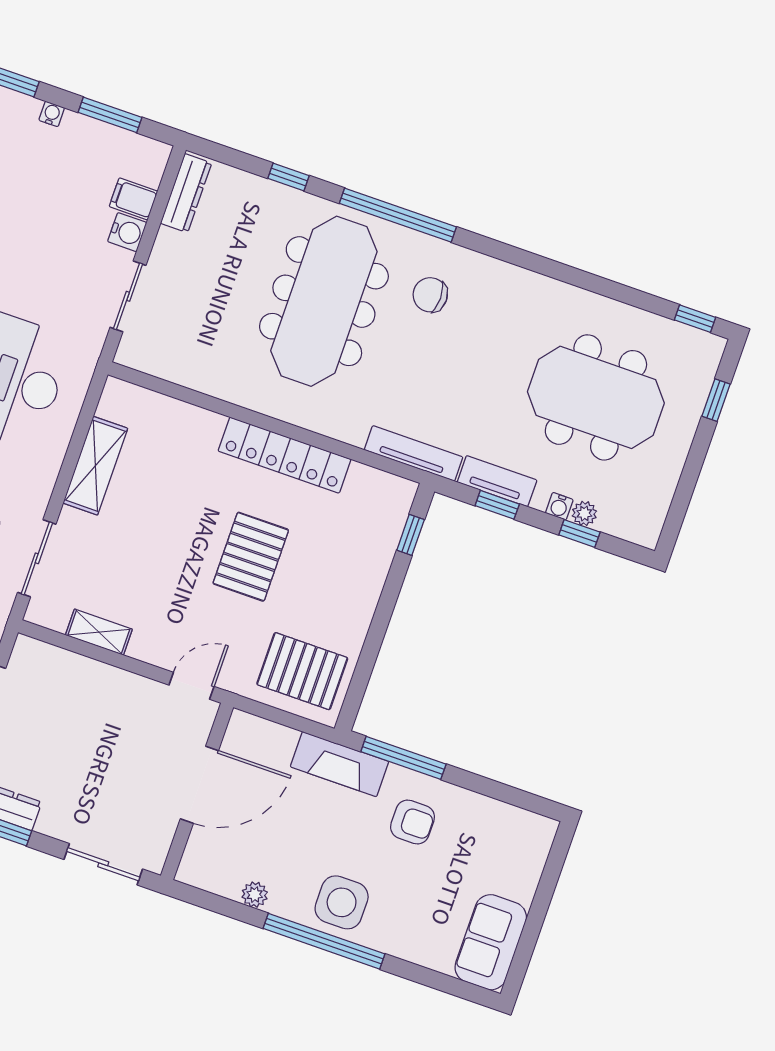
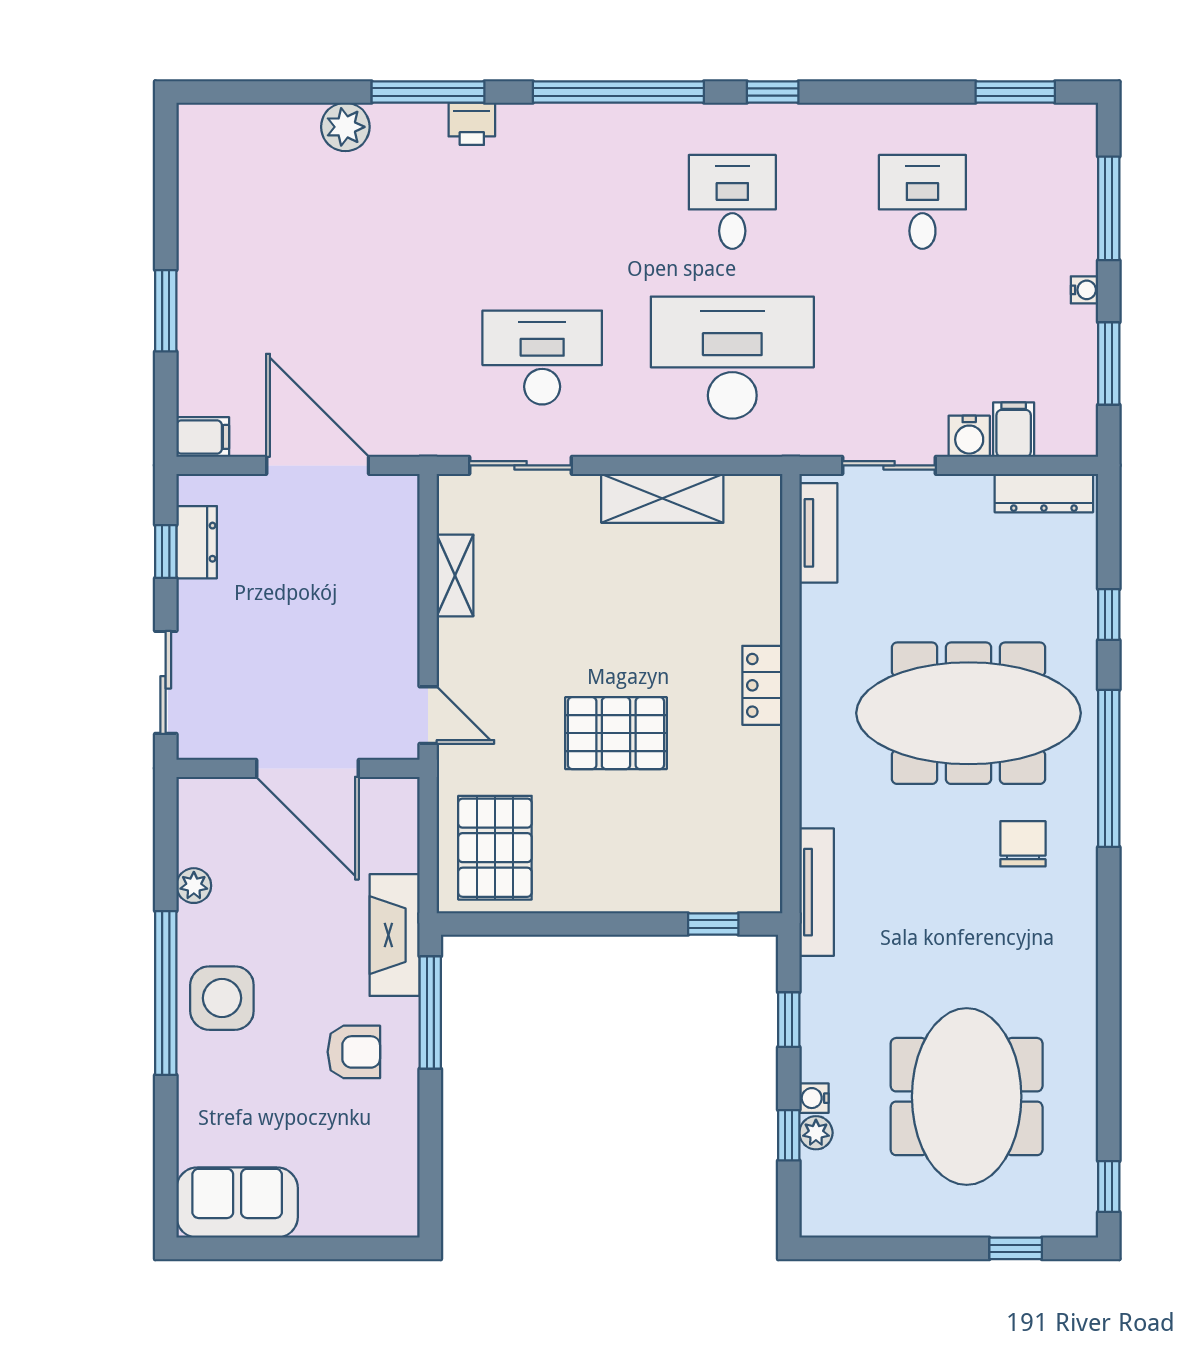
locker: (285, 455) -> (762, 685), width x0.46, depth x0.83
tv unit: (497, 481) -> (818, 533), moved
armchair: (413, 822) -> (354, 1052), turned -90

